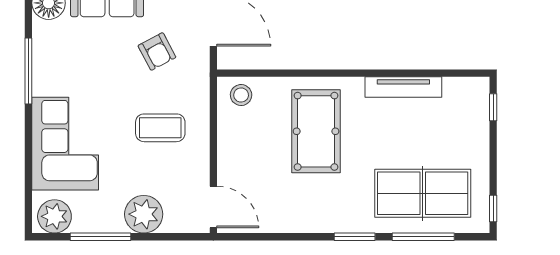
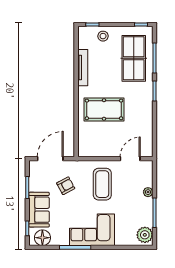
stool: (241, 95) -> (103, 36), moved
coffee table: (160, 128) -> (102, 184), width x1.36, depth x1.32
corner sofa: (65, 144) -> (92, 230), moved
door: (213, 207) -> (130, 159), moved
plant: (144, 214) -> (148, 192), width x0.53, depth x0.53

